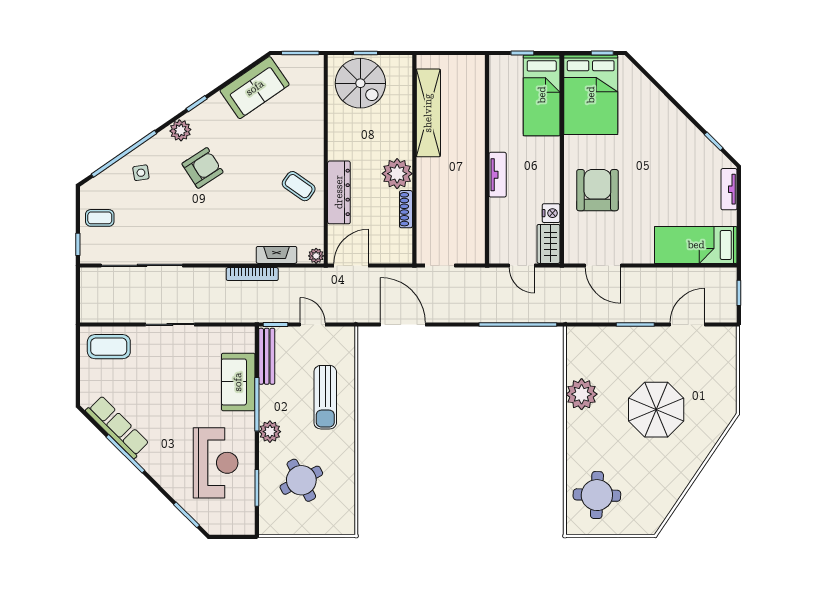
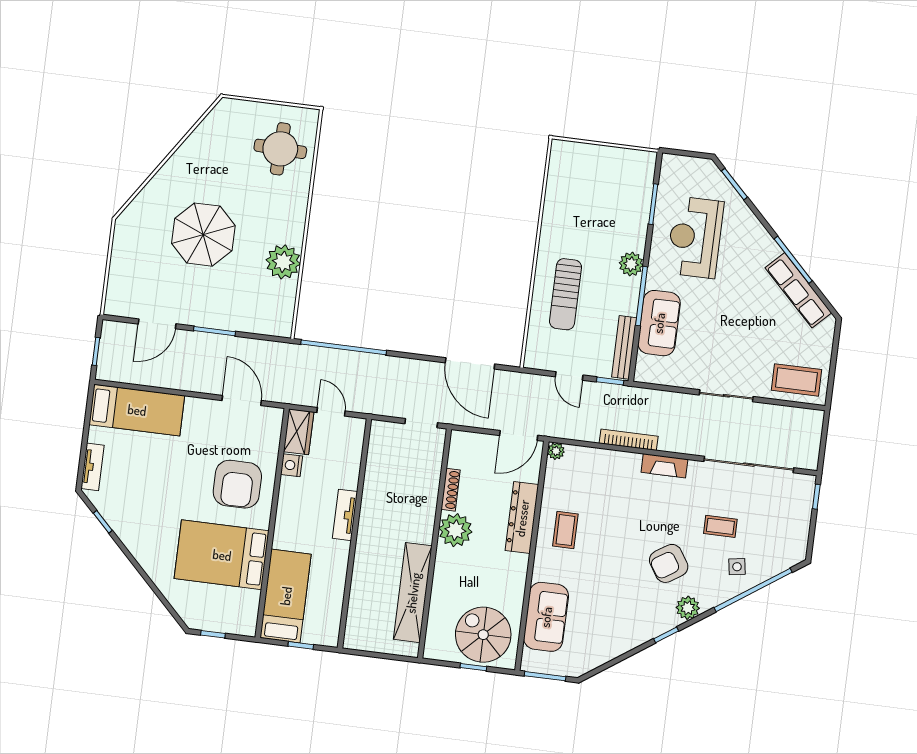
sofa: (255, 88) -> (546, 617), moved, turned 125
bed: (591, 95) -> (222, 555), moved, turned -90
coffee table: (299, 186) -> (565, 530), turned 55
coffee table: (100, 218) -> (720, 526), moved
fireplace: (277, 255) -> (664, 466), moved
sun lounger: (325, 397) -> (565, 294), turned 180
round table: (301, 480) -> (603, 206), removed

